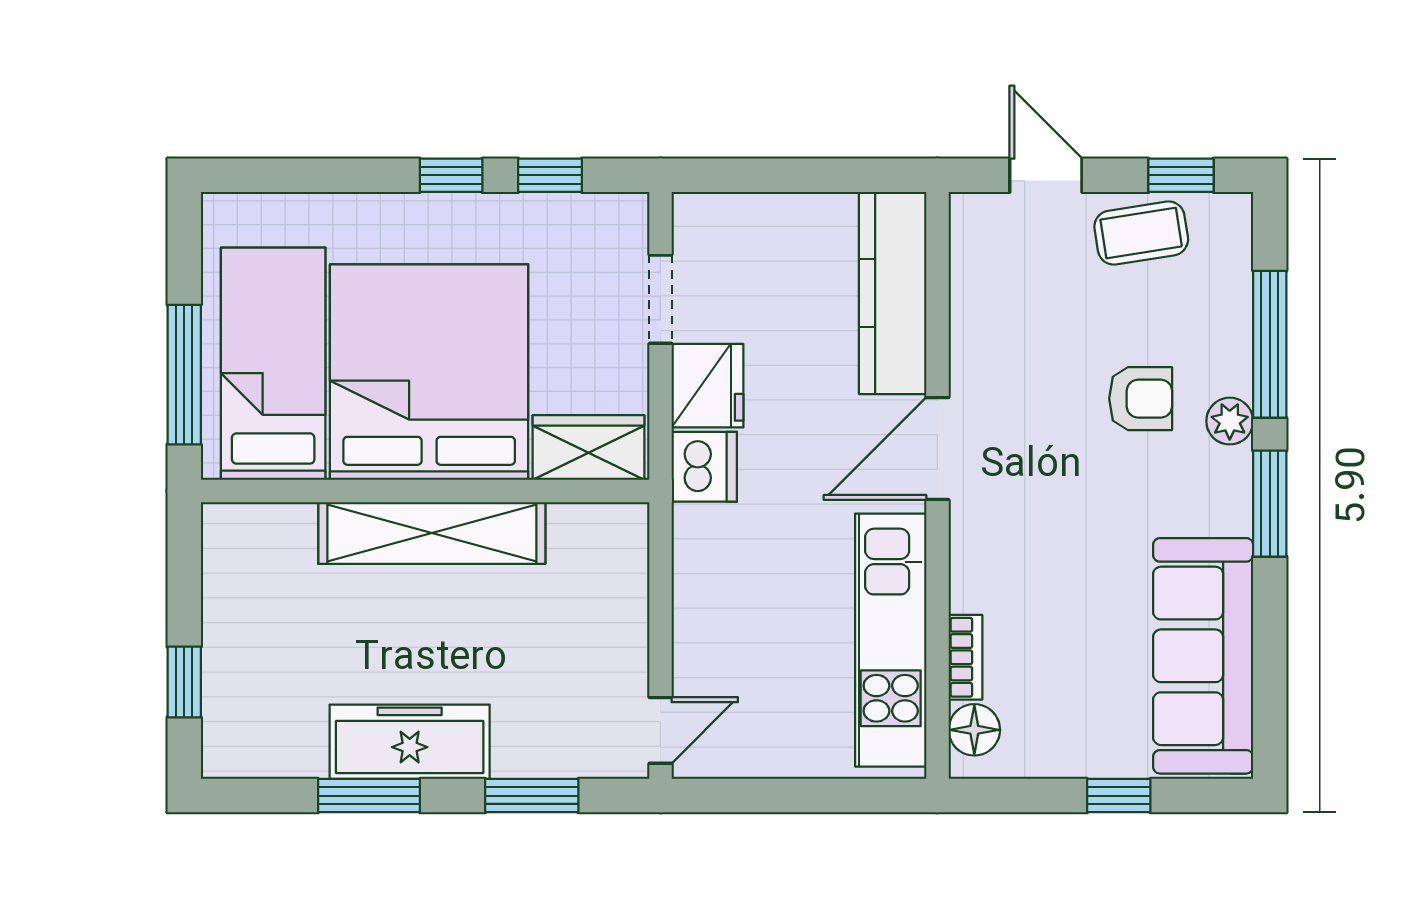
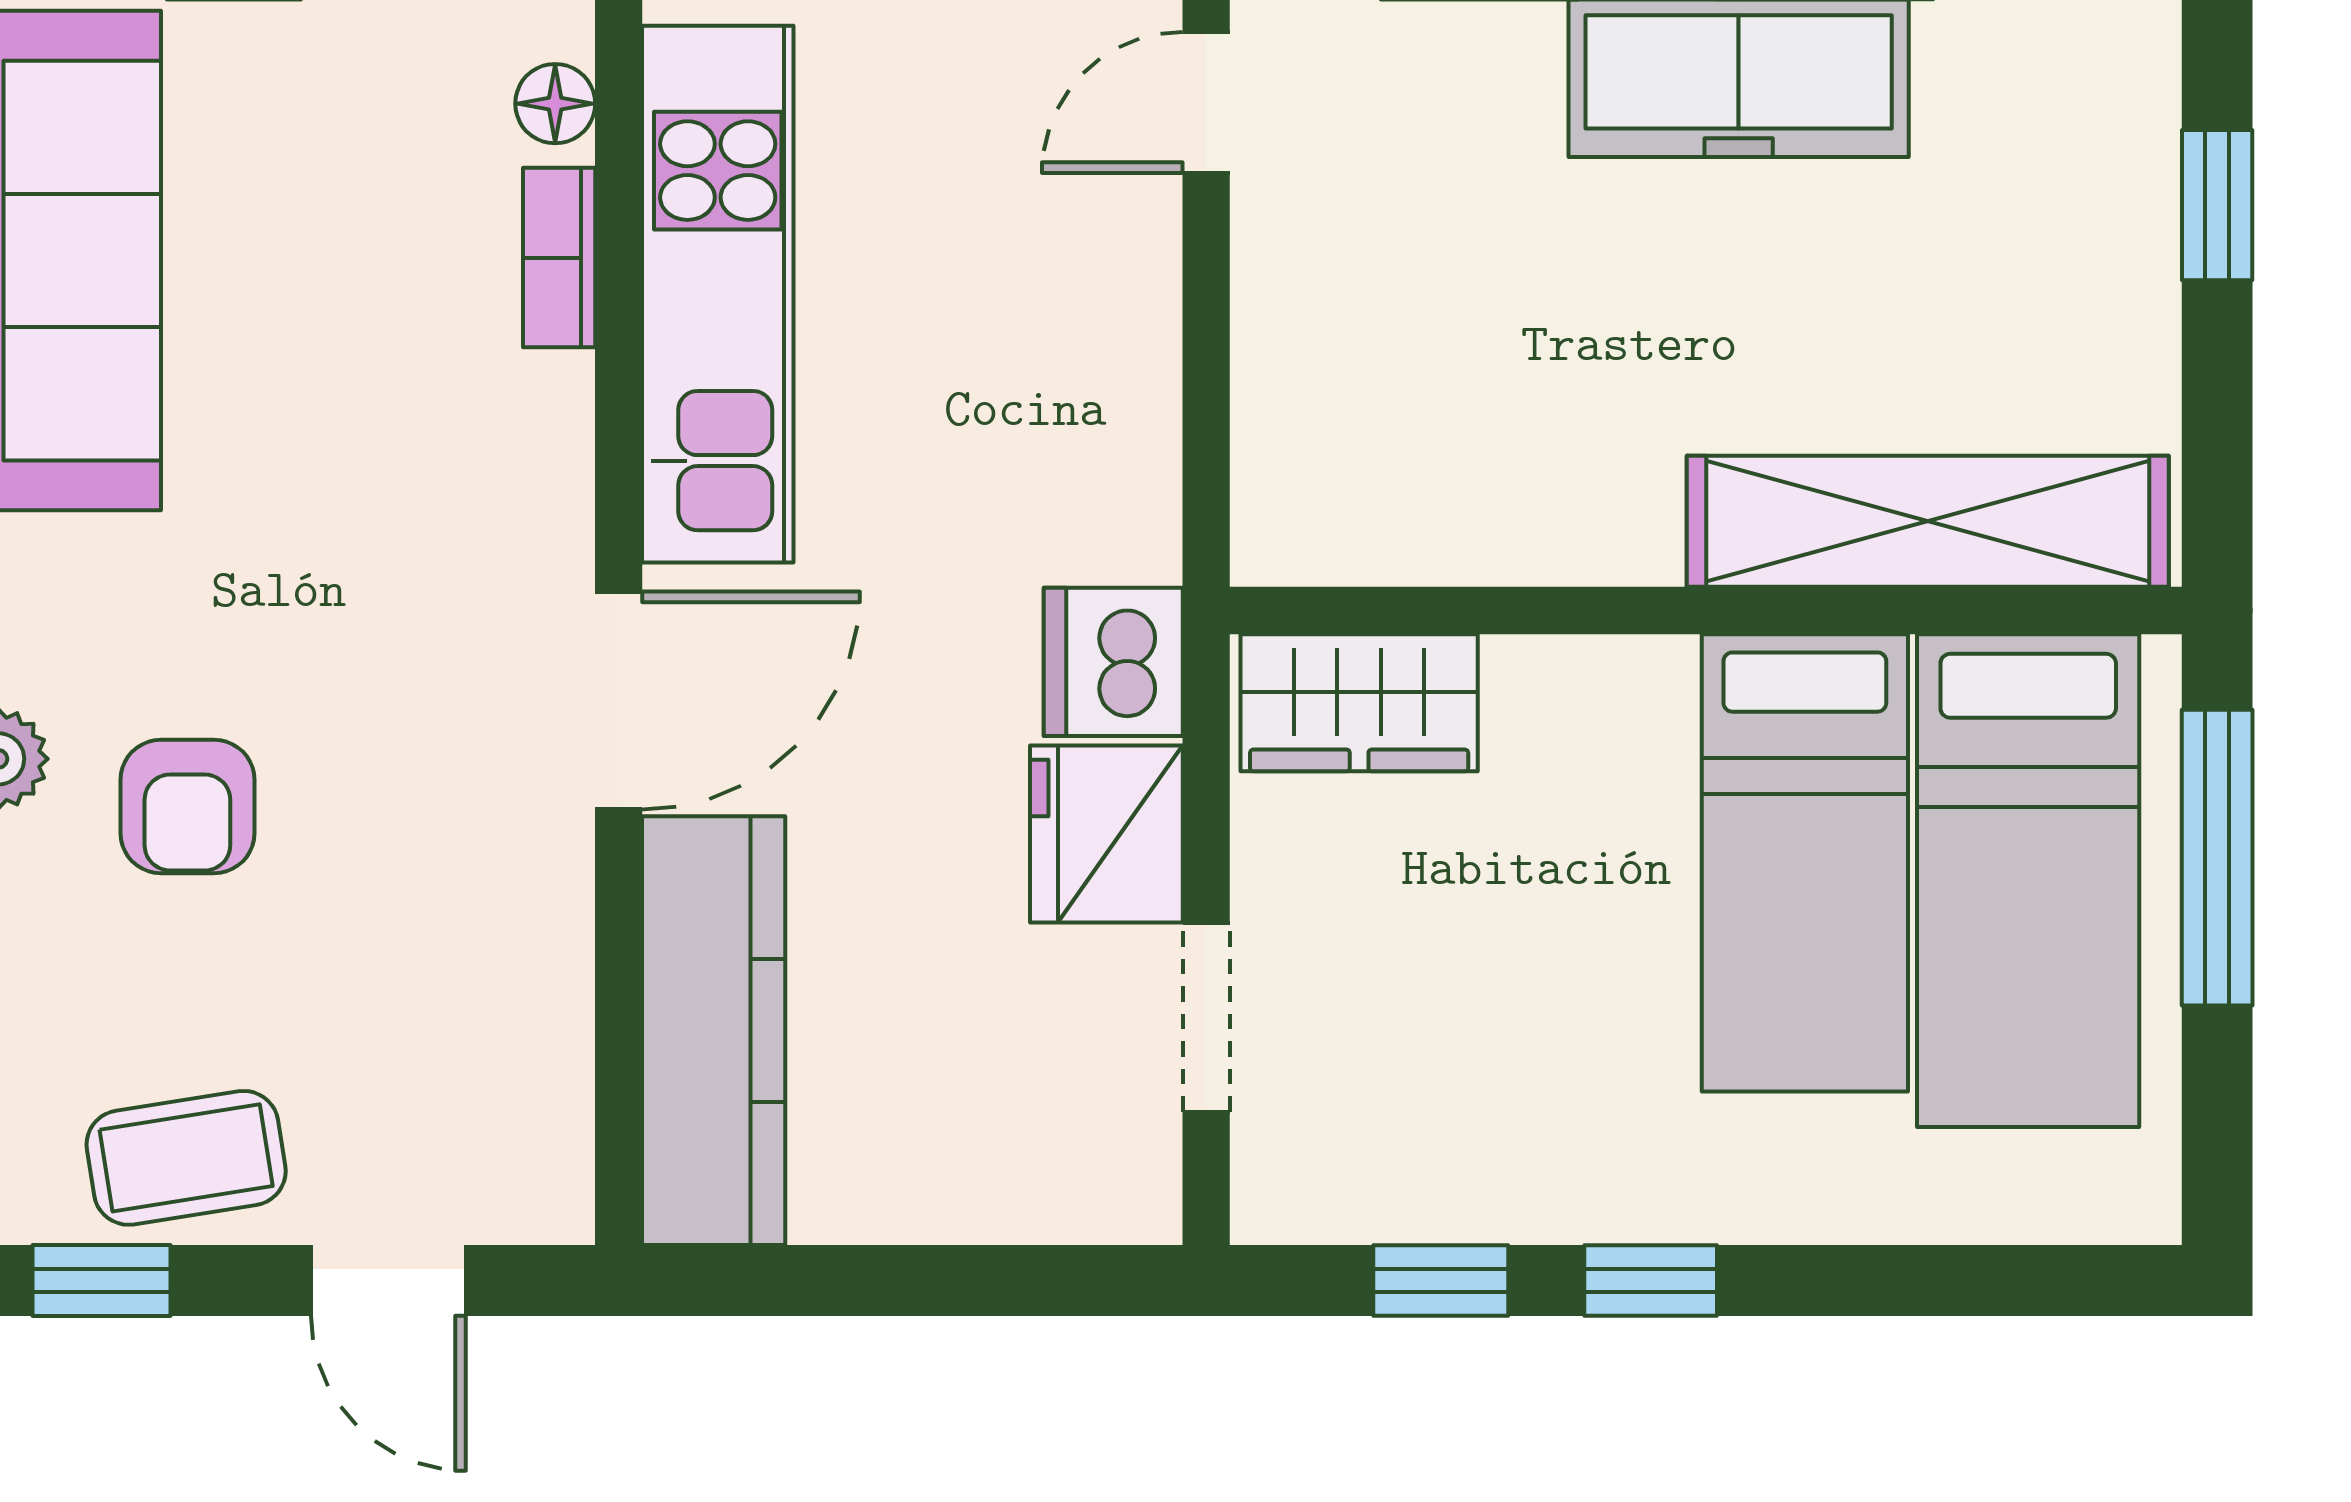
bed: (429, 372) -> (1805, 863), width x0.49
armchair: (1141, 399) -> (187, 806), turned -90
shelving: (432, 533) -> (1928, 521), moved
floor lamp: (974, 730) -> (555, 104), width x0.73, depth x0.73

